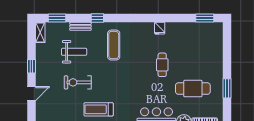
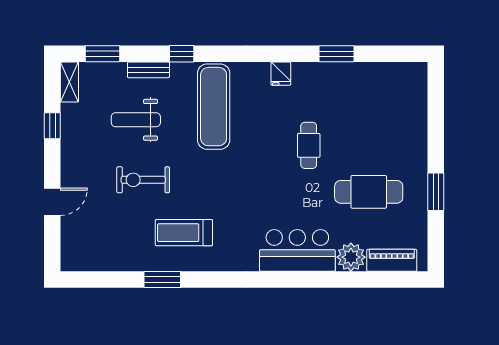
window: (205, 18) -> (336, 54), moved
fridge: (160, 28) -> (281, 74), moved
exercise mat: (114, 45) -> (214, 107), width x1.36, depth x1.45
weight bench: (74, 52) -> (136, 120), turned 180
window: (31, 66) -> (52, 126), moved

